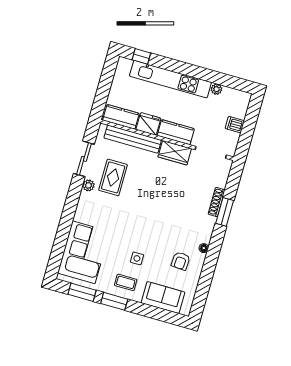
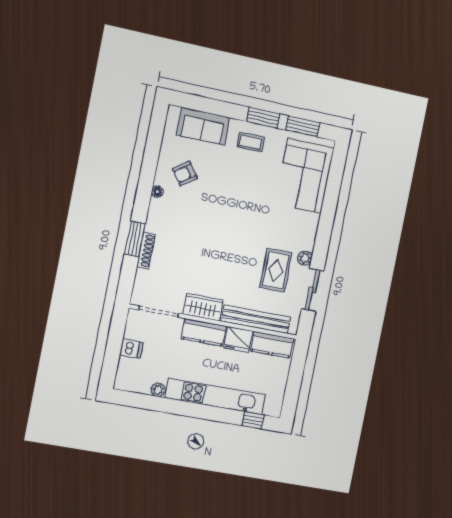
side table: (137, 258) -> (239, 173), removed
armchair: (181, 261) -> (185, 173), turned -130

